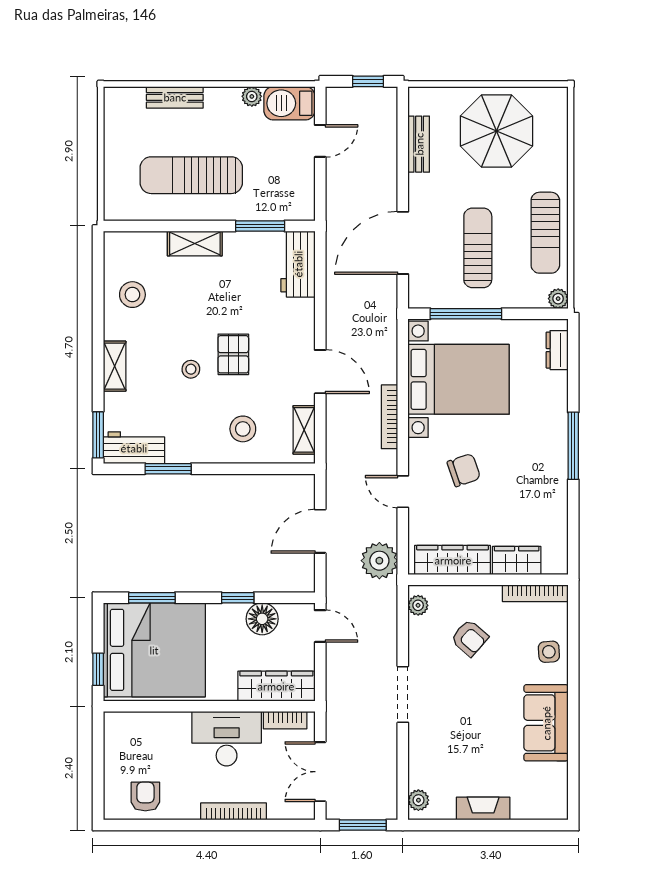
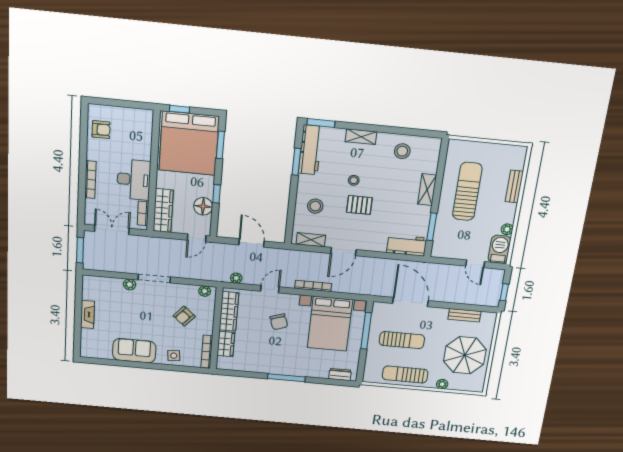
plant: (558, 299) -> (442, 384), moved
workbench: (134, 448) -> (310, 150), width x1.38
plant: (379, 561) -> (236, 278), width x0.53, depth x0.53
plant: (418, 800) -> (130, 284), moved

